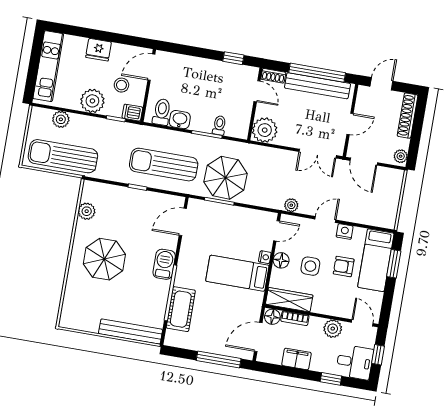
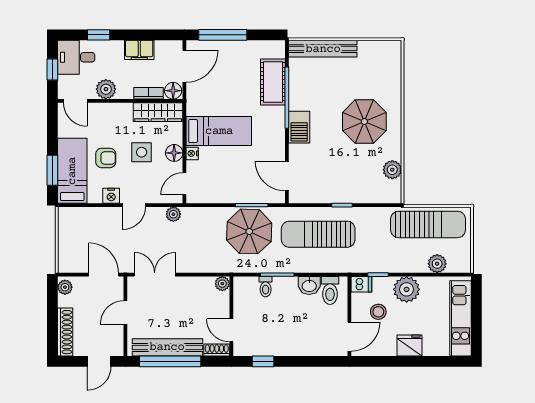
plant: (265, 130) -> (222, 284), width x0.53, depth x0.53
sun lounger: (164, 165) -> (318, 234), turned 180
door: (183, 222) -> (287, 176), swing flipped

